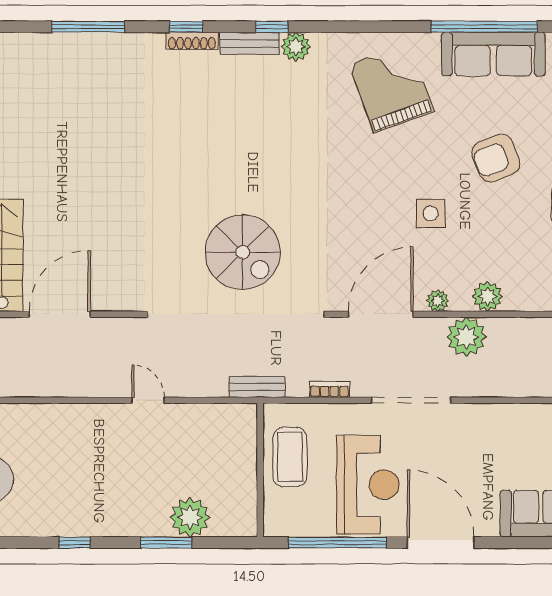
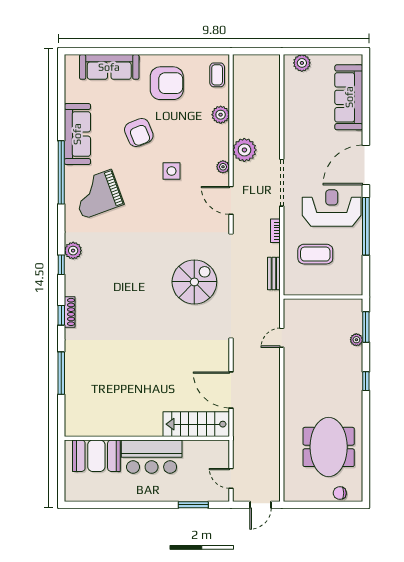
window: (484, 27) -> (61, 172), moved
bench: (250, 43) -> (71, 278), removed
plant: (488, 297) -> (221, 115), moved
door: (381, 314) -> (231, 200), width x0.73
wall: (260, 470) -> (323, 297), moved
plant: (190, 517) -> (356, 340), moved, width x0.53, depth x0.53

